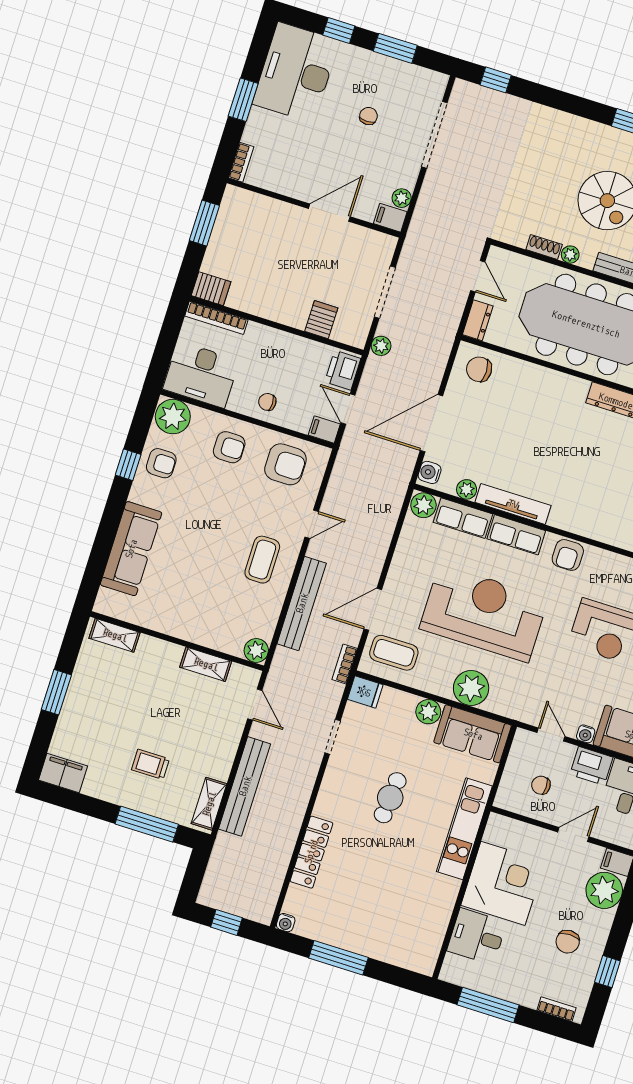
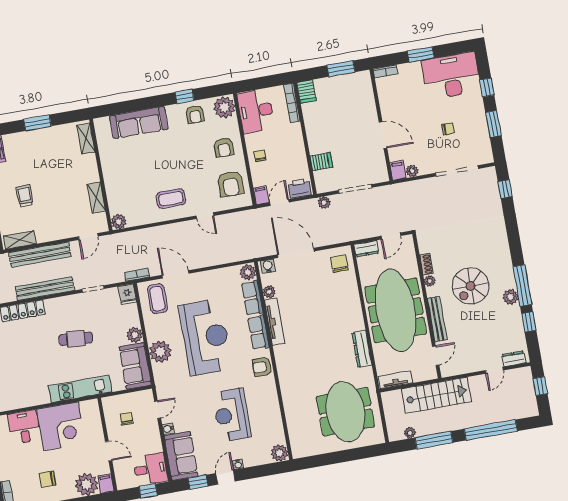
bench: (302, 603) -> (45, 289), moved
printer: (591, 766) -> (152, 441), removed

